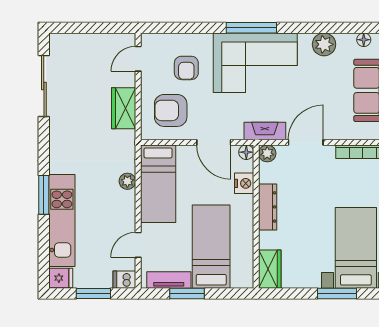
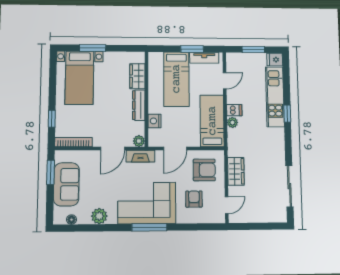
door: (214, 142) -> (175, 148), swing flipped
floor lamp: (246, 152) -> (153, 142), removed
window: (44, 195) -> (287, 114), width x0.67
wardrobe: (270, 269) -> (137, 76), moved
dishwasher: (124, 280) -> (234, 110), moved

